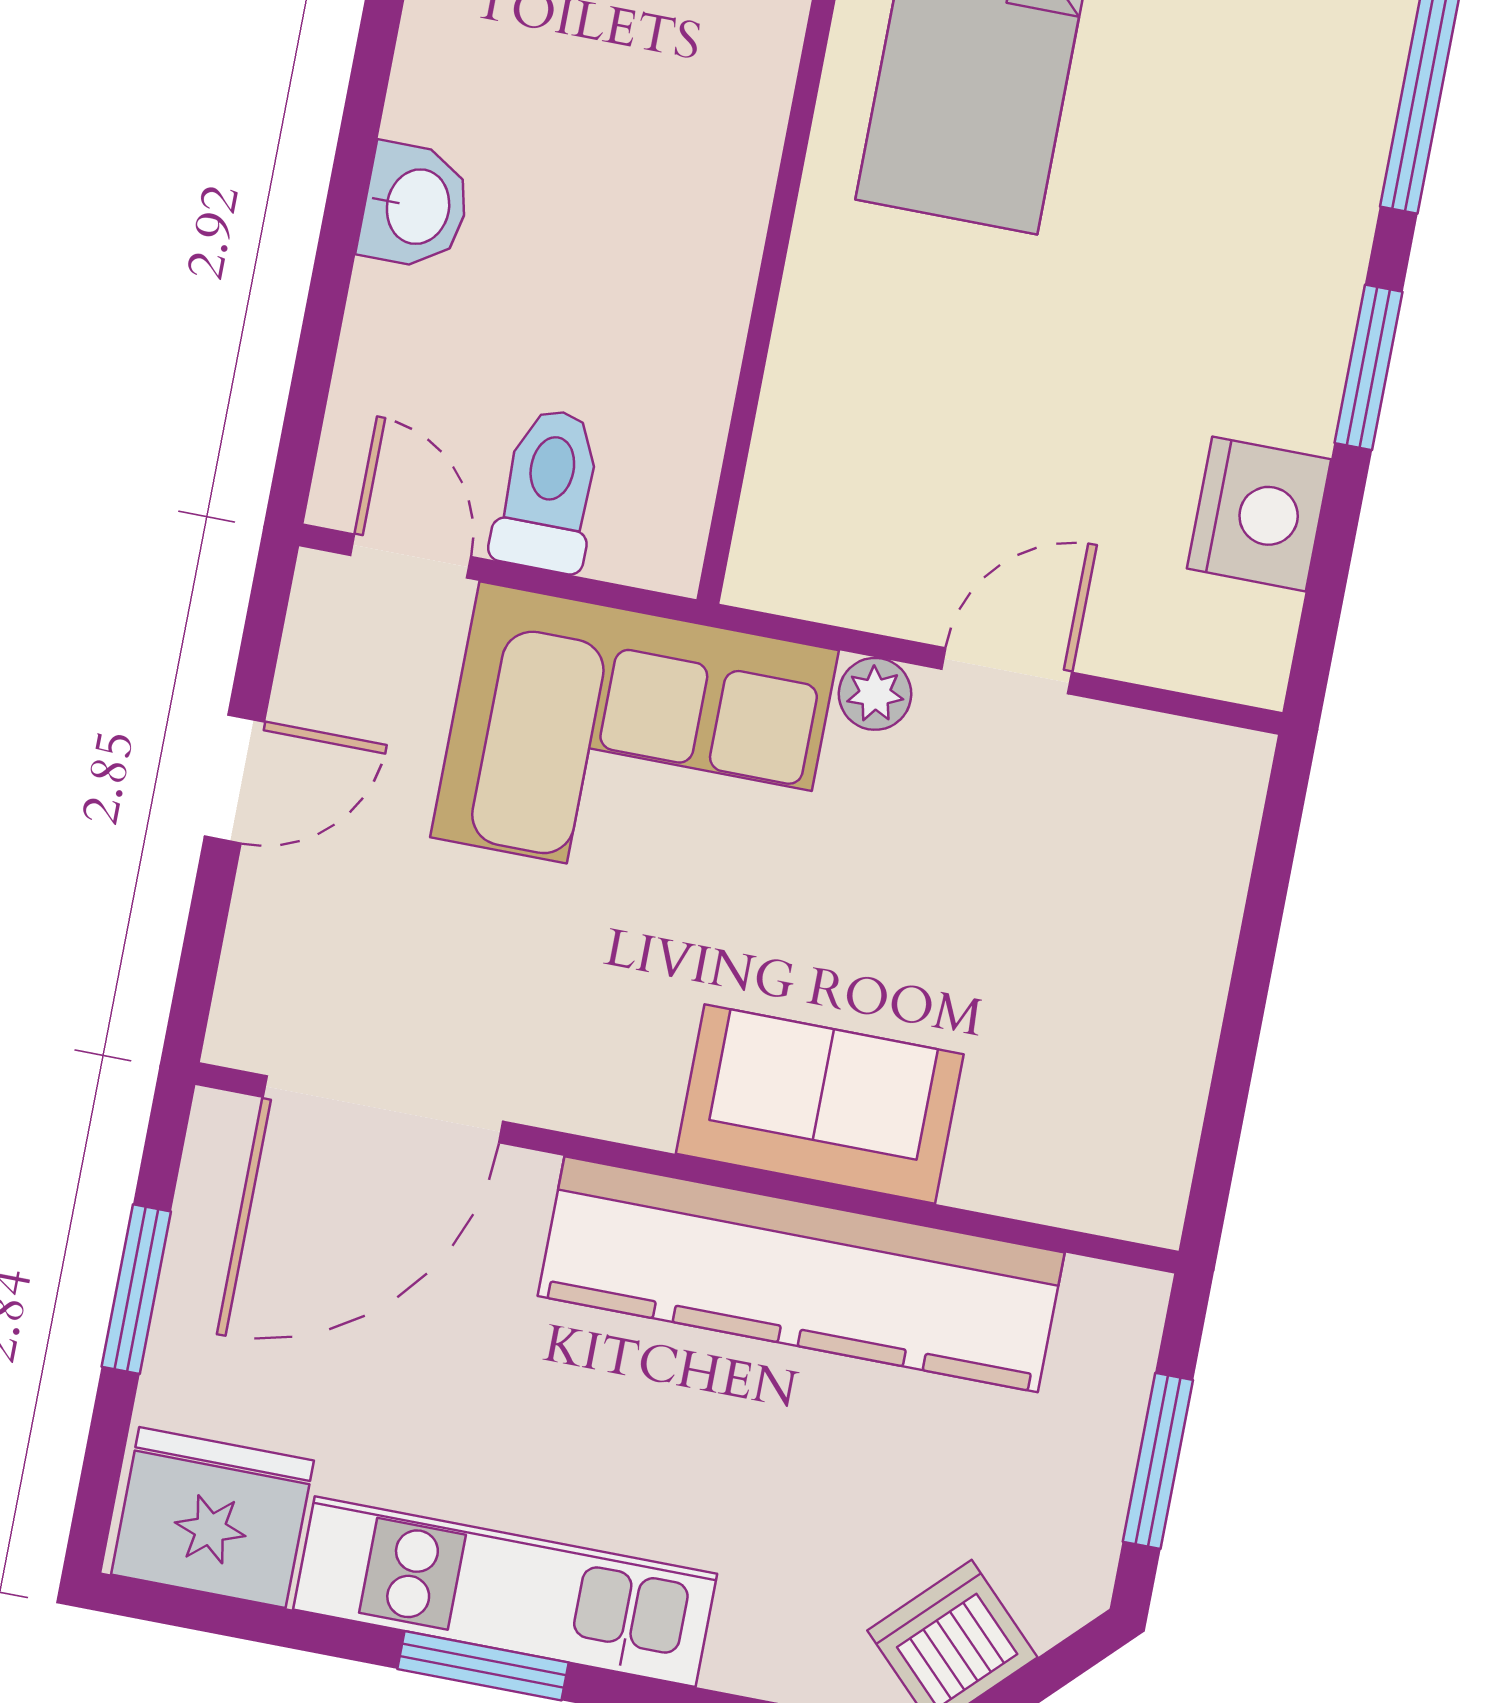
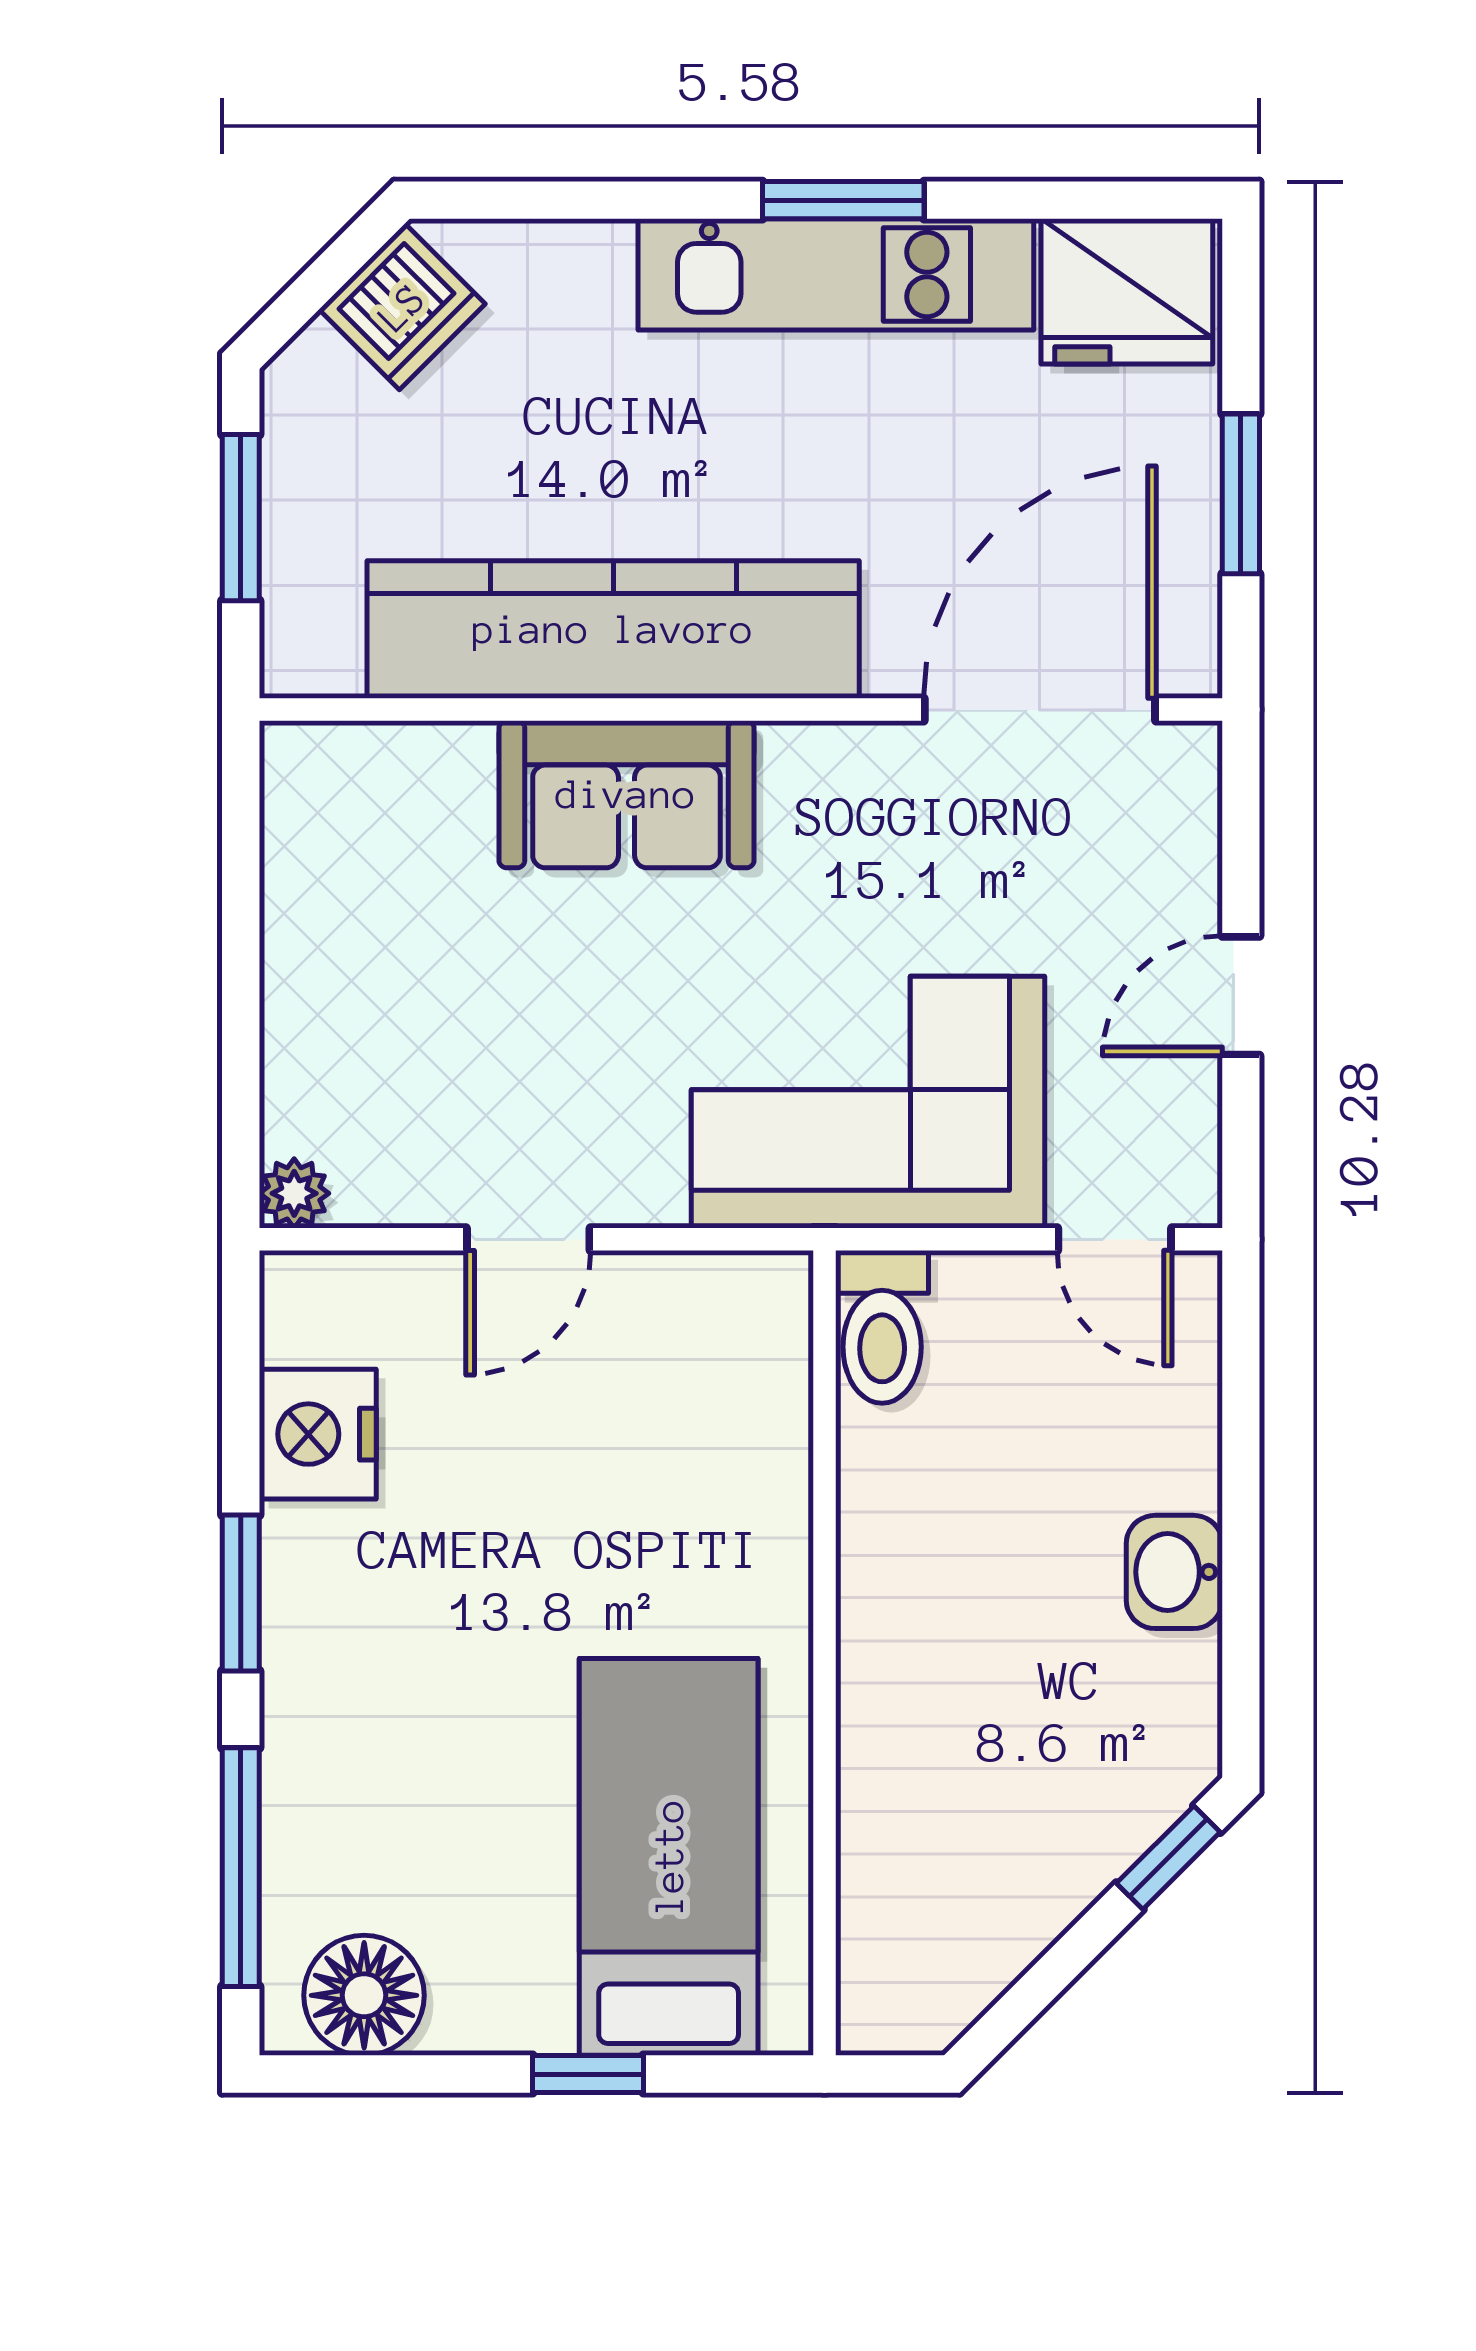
toilet: (548, 490) -> (882, 1327), moved
plant: (875, 694) -> (294, 1193), moved

